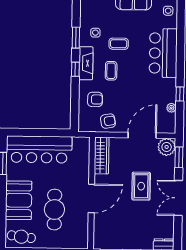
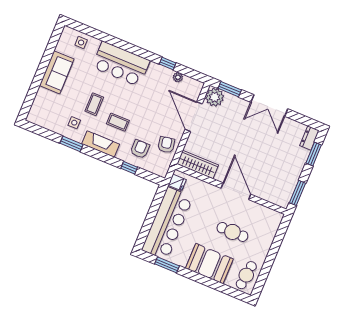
window: (75, 69) -> (129, 168), moved
fridge: (79, 144) -> (177, 182), added
rug: (141, 186) -> (243, 137), removed
cafe table: (54, 210) -> (232, 232), width x0.73, depth x0.74

